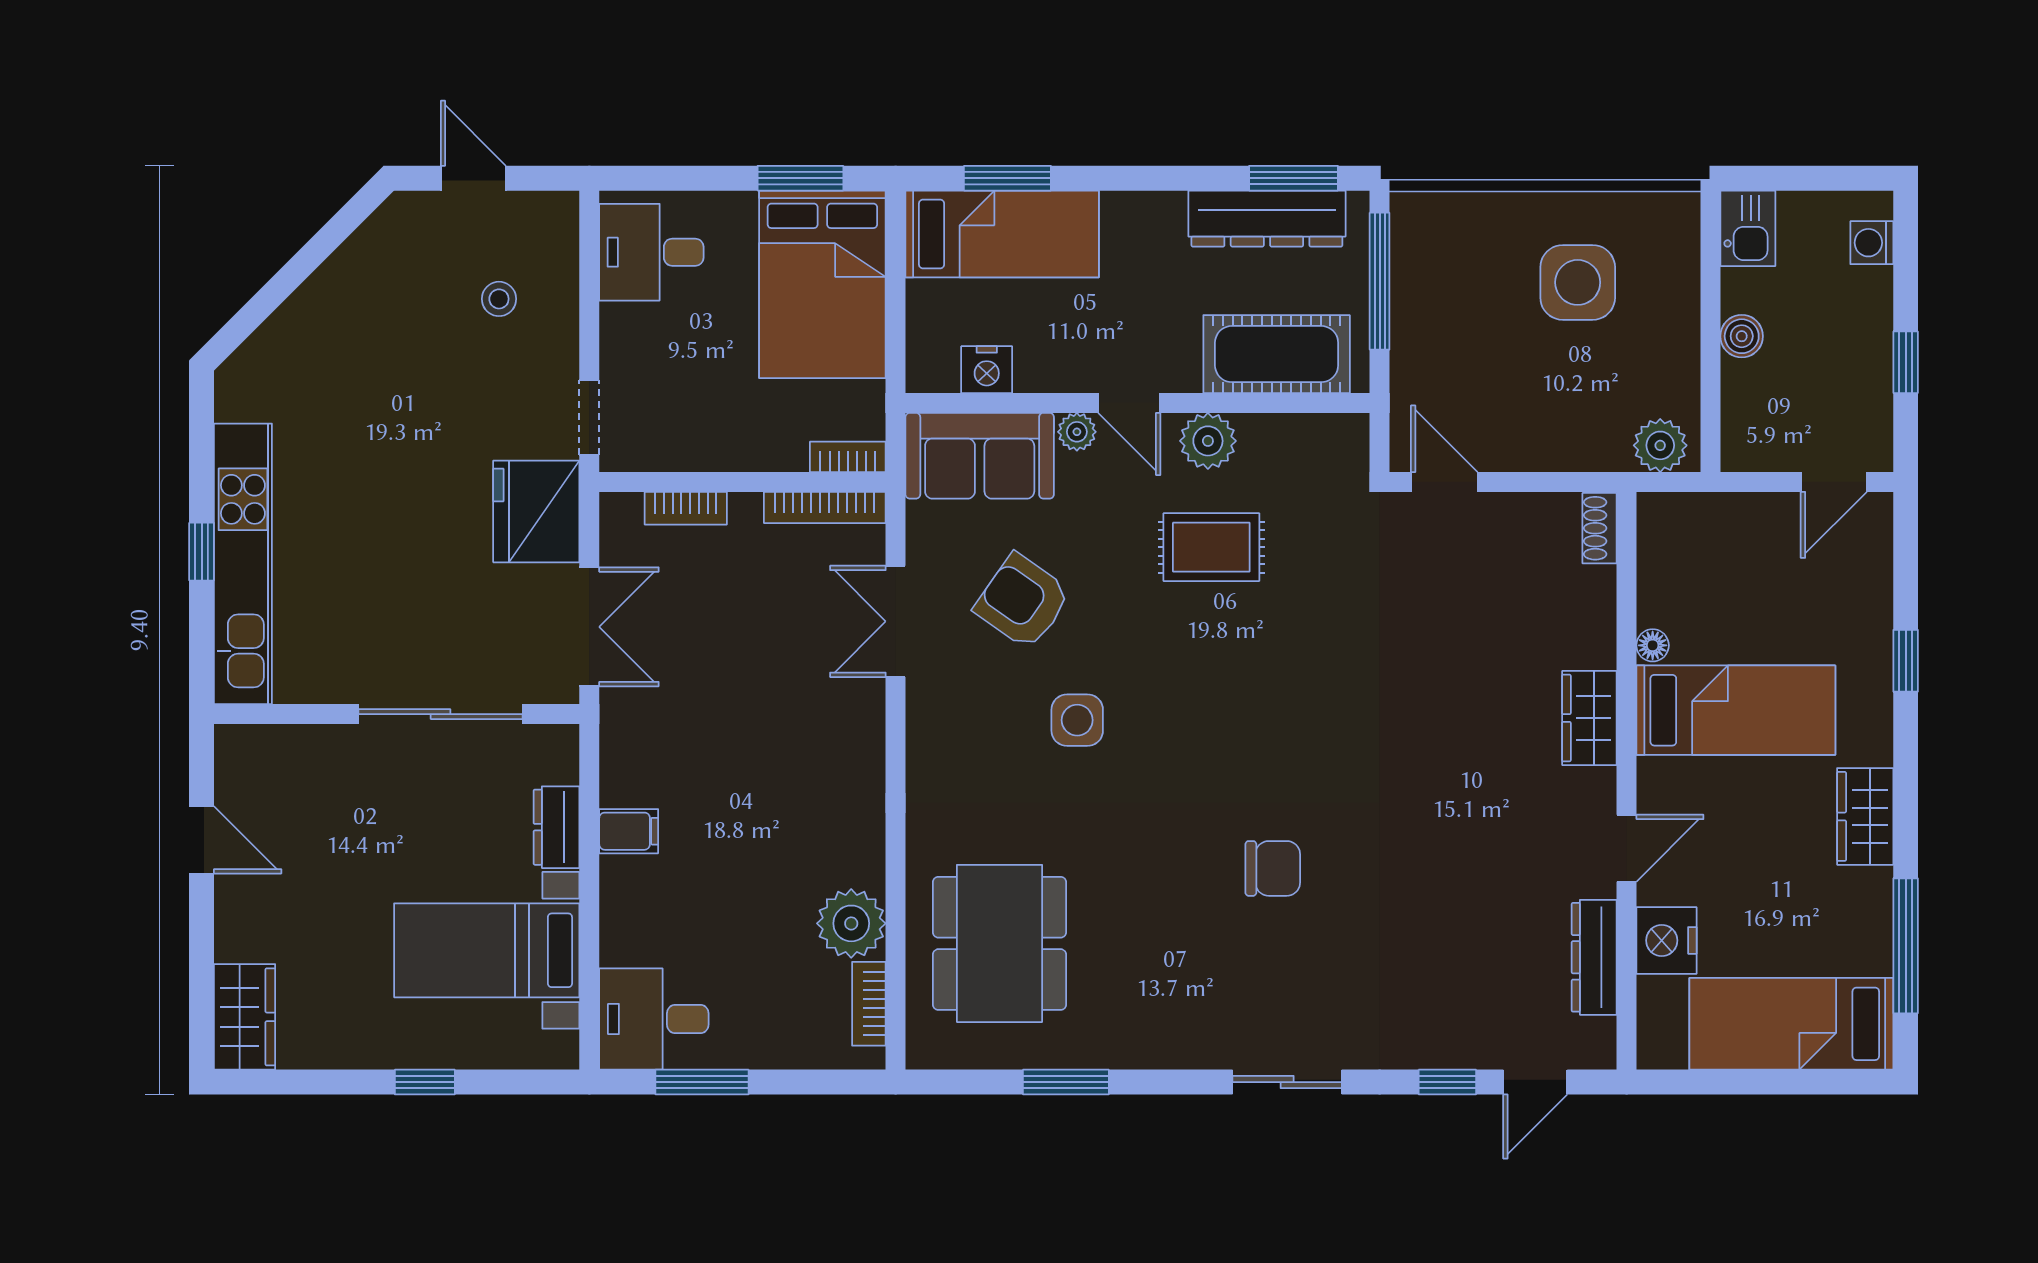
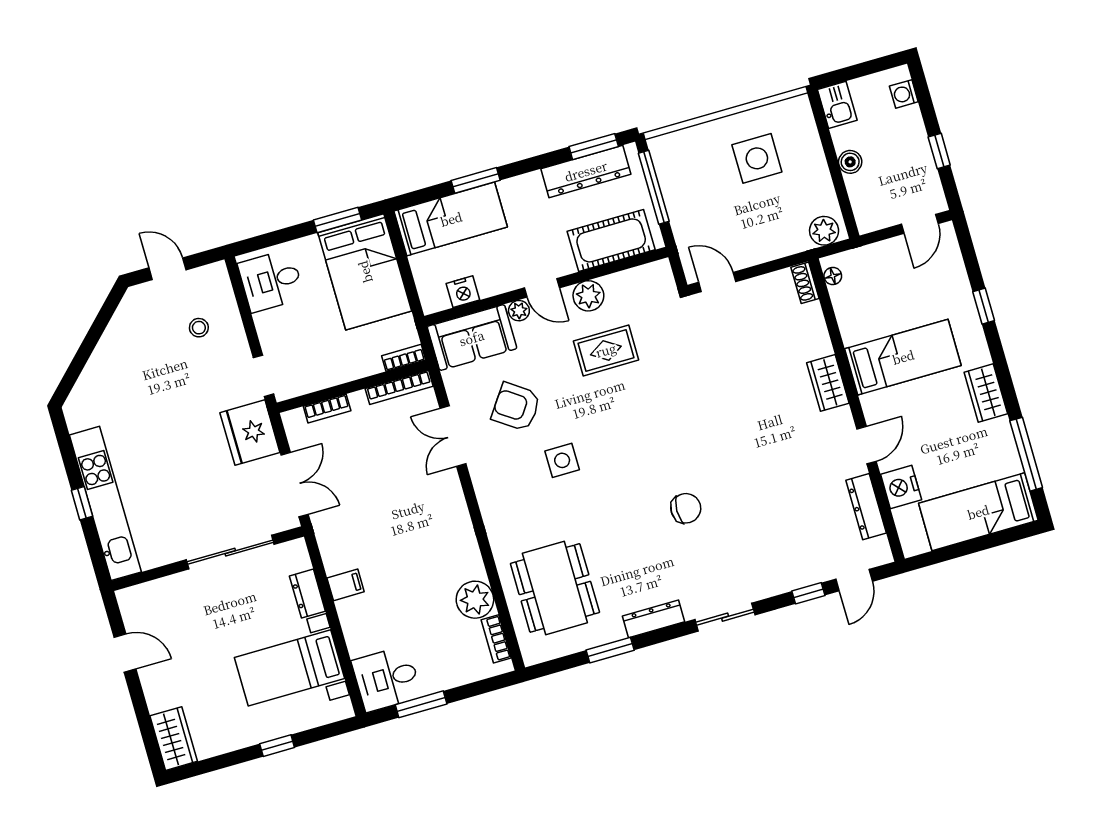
window: (1007, 178) -> (476, 180), moved
floor lamp: (1653, 645) -> (833, 276), moved
dresser: (1159, 1049) -> (654, 619), added

